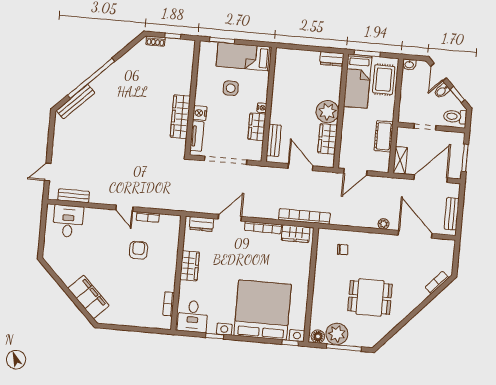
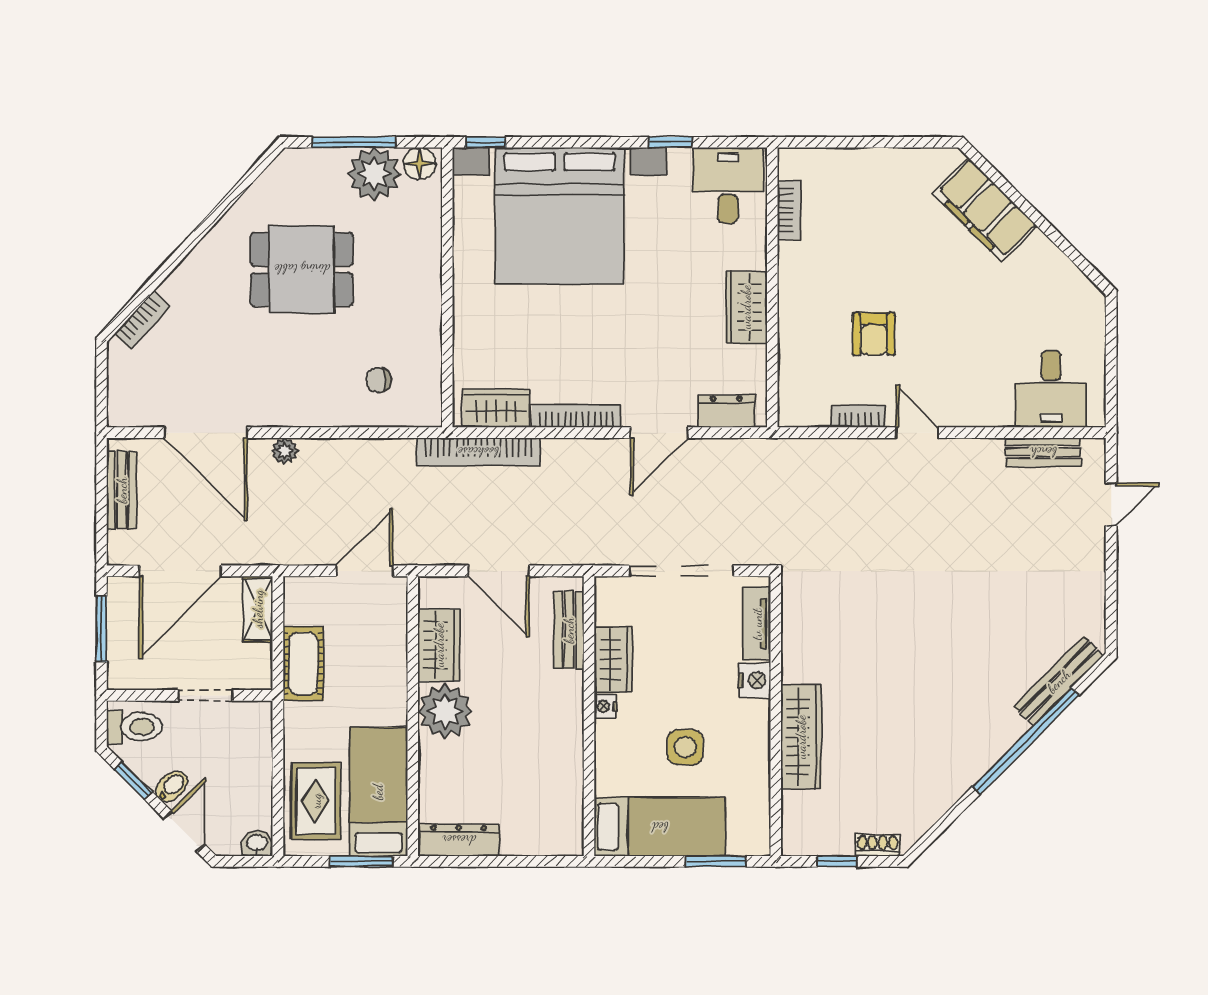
dresser: (332, 59) -> (459, 840), width x1.44
wardrobe: (180, 117) -> (801, 737), moved

